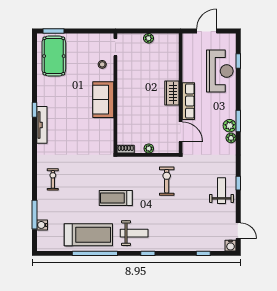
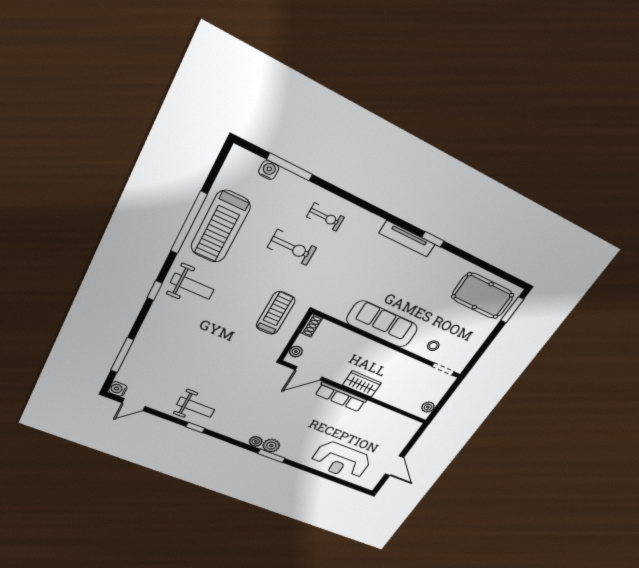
window: (238, 61) -> (340, 482), removed
wardrobe: (172, 93) -> (362, 384), moved
wall: (181, 93) -> (355, 393), moved
sofa: (103, 100) -> (382, 324), width x1.36
row of seats: (188, 101) -> (341, 397), moved
door: (181, 132) -> (308, 373), moved
exercise bike: (167, 181) -> (292, 247), moved
treadmill: (116, 198) -> (276, 313), moved
weight bench: (134, 233) -> (192, 286), turned -90
window: (203, 253) -> (122, 355), width x2.17

